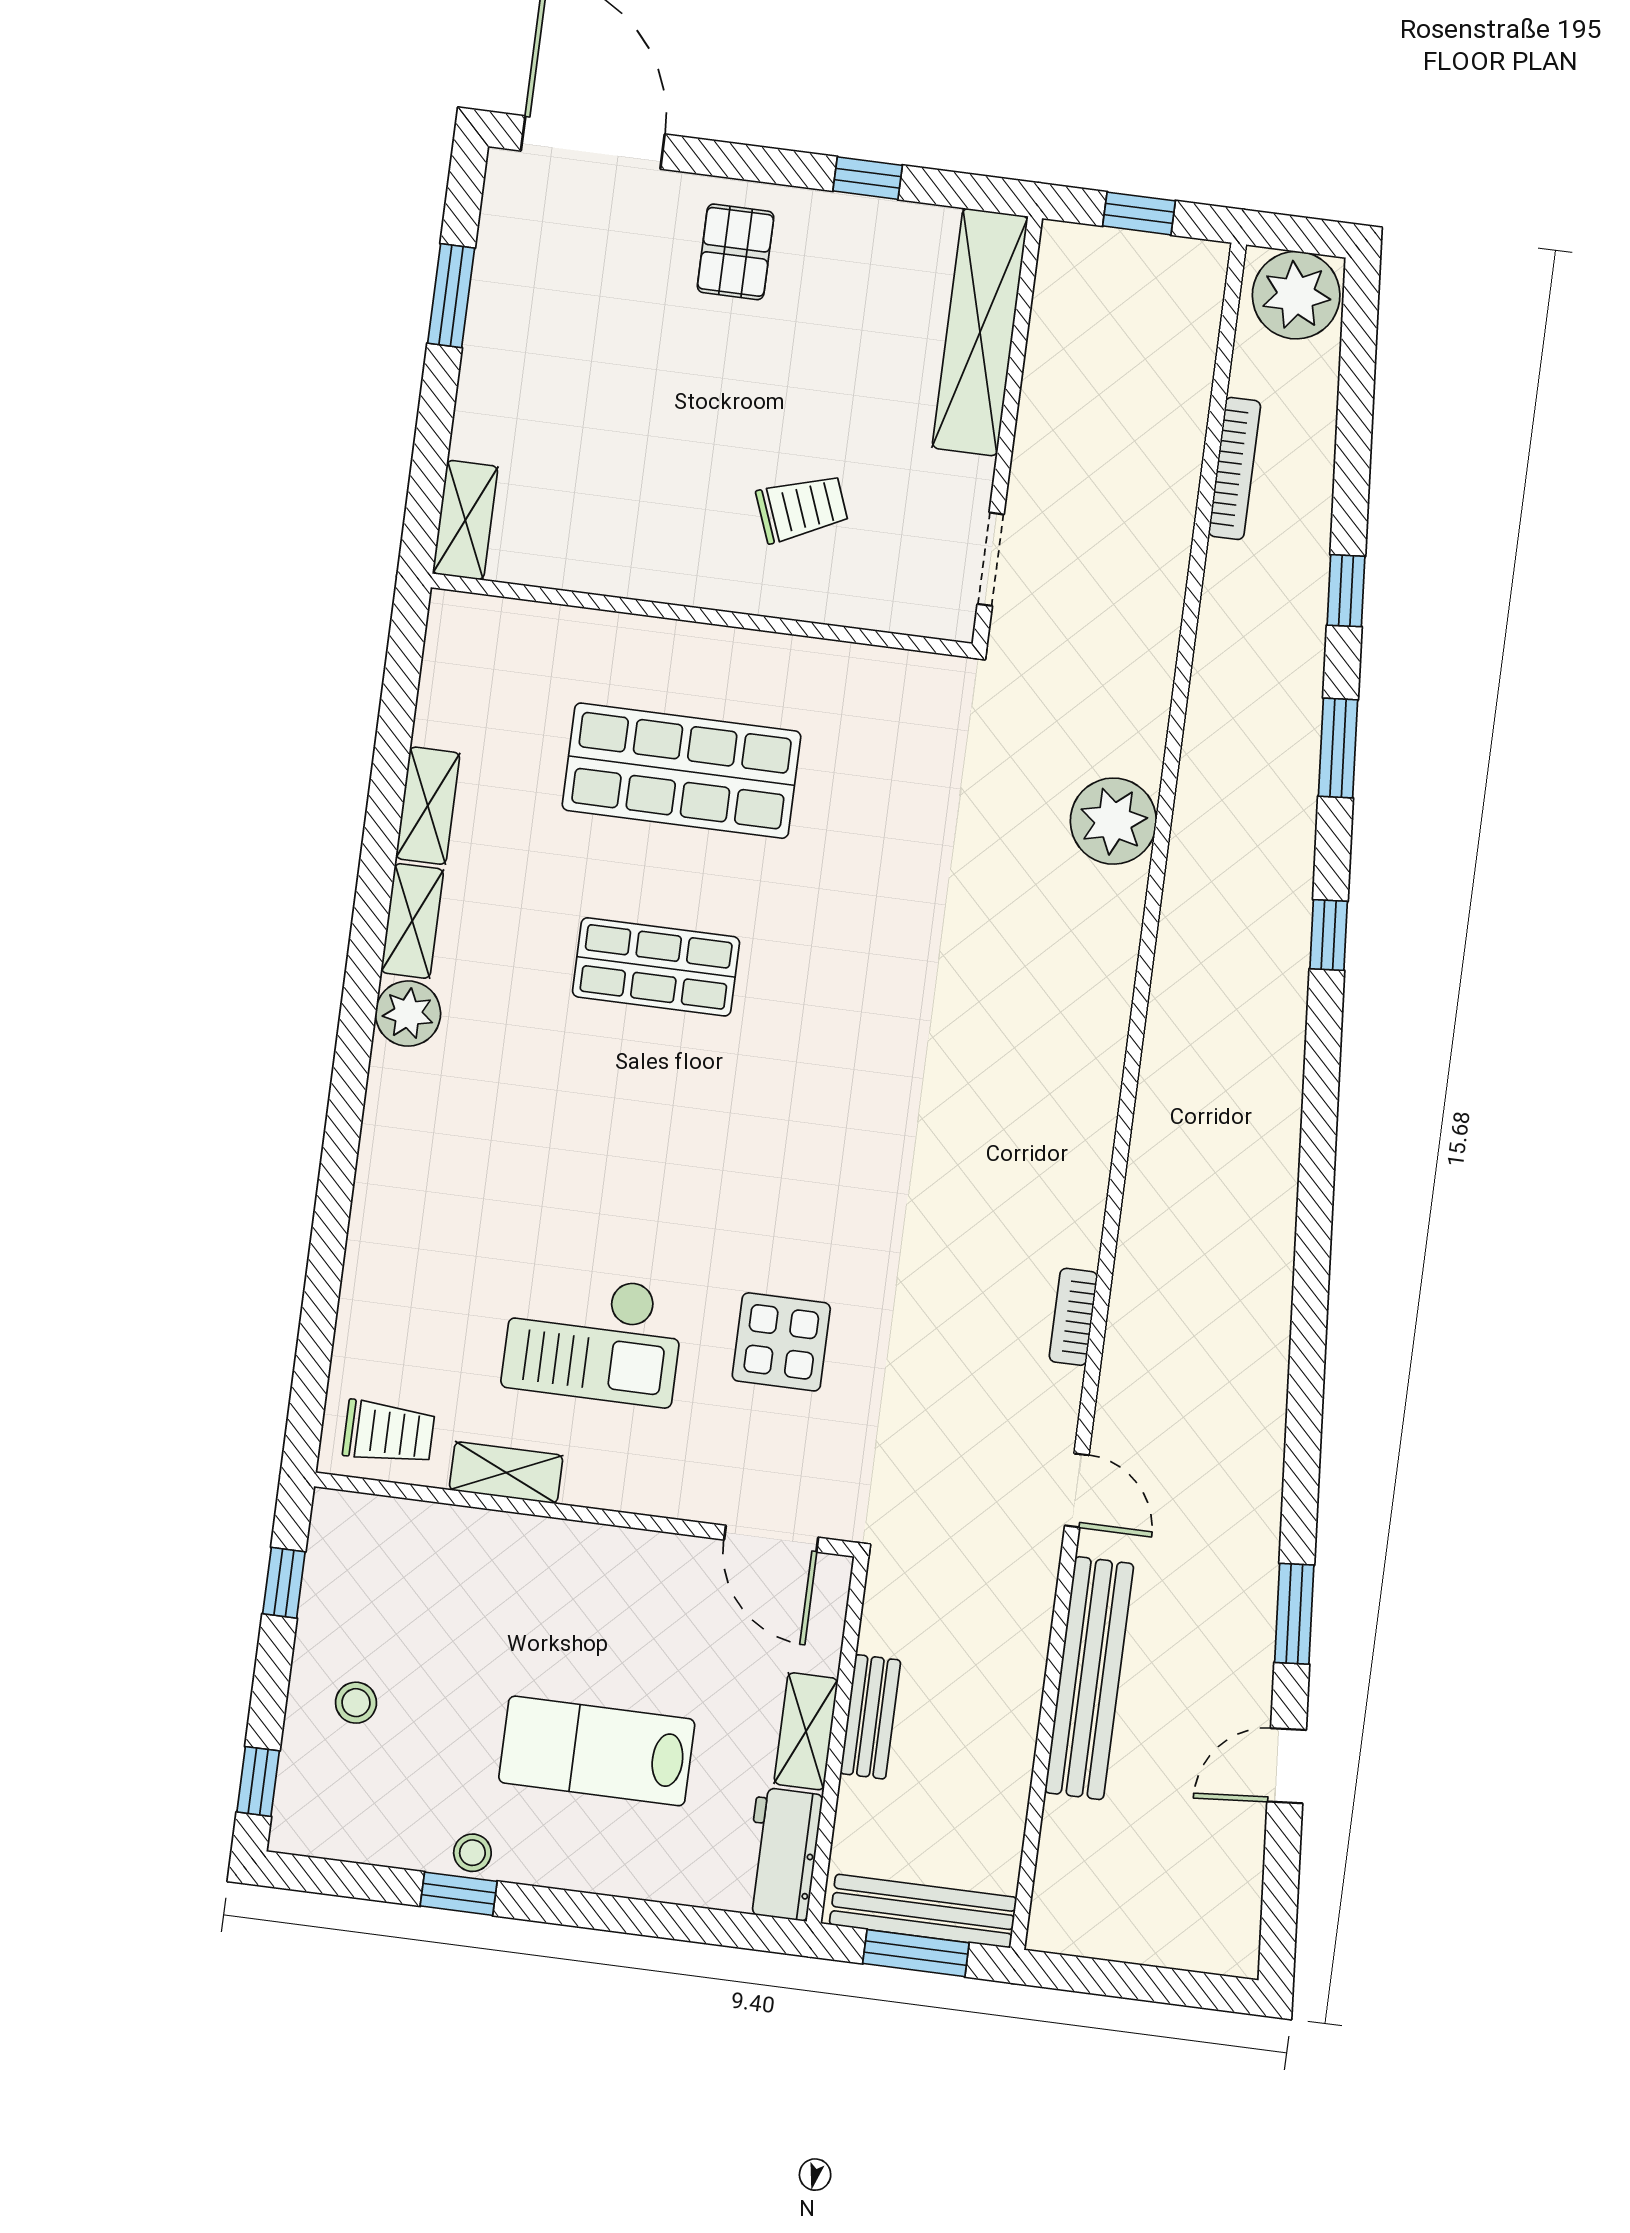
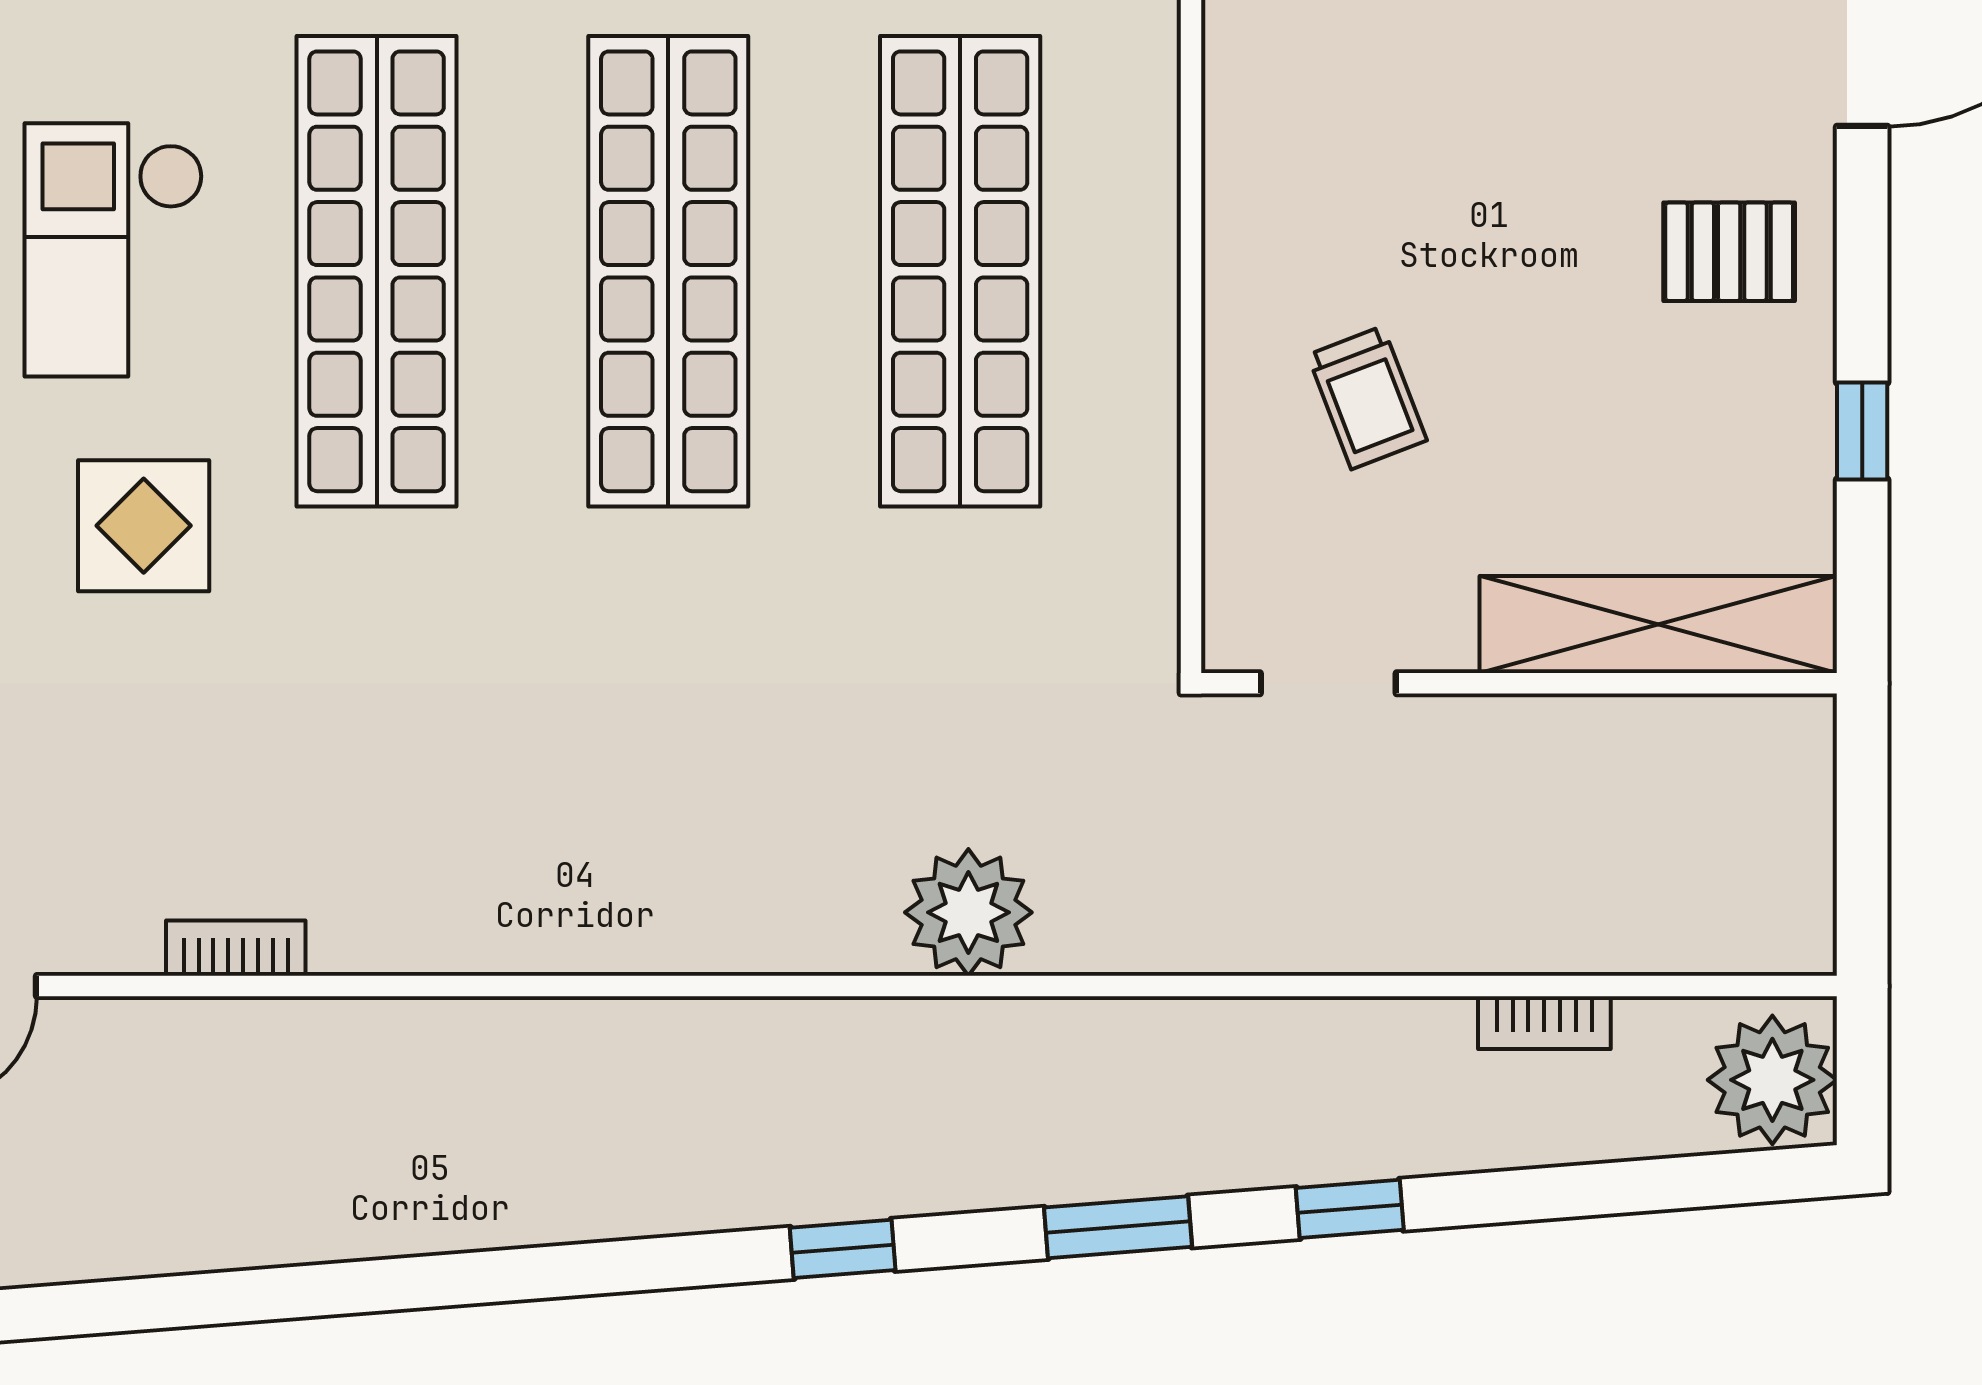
window: (1139, 213) -> (1862, 834), removed
bookcase: (1234, 468) -> (1544, 1023), width x0.64
shop shelf: (682, 771) -> (960, 271), width x1.40
shop shelf: (656, 967) -> (668, 271), width x2.00, depth x1.36
shop shelf: (631, 1163) -> (377, 271), added

